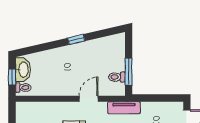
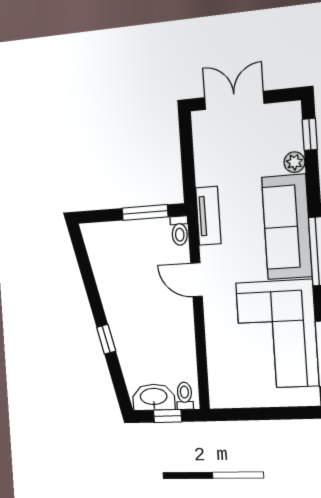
window: (76, 39) -> (106, 339), moved
toilet: (117, 77) -> (179, 231), moved

